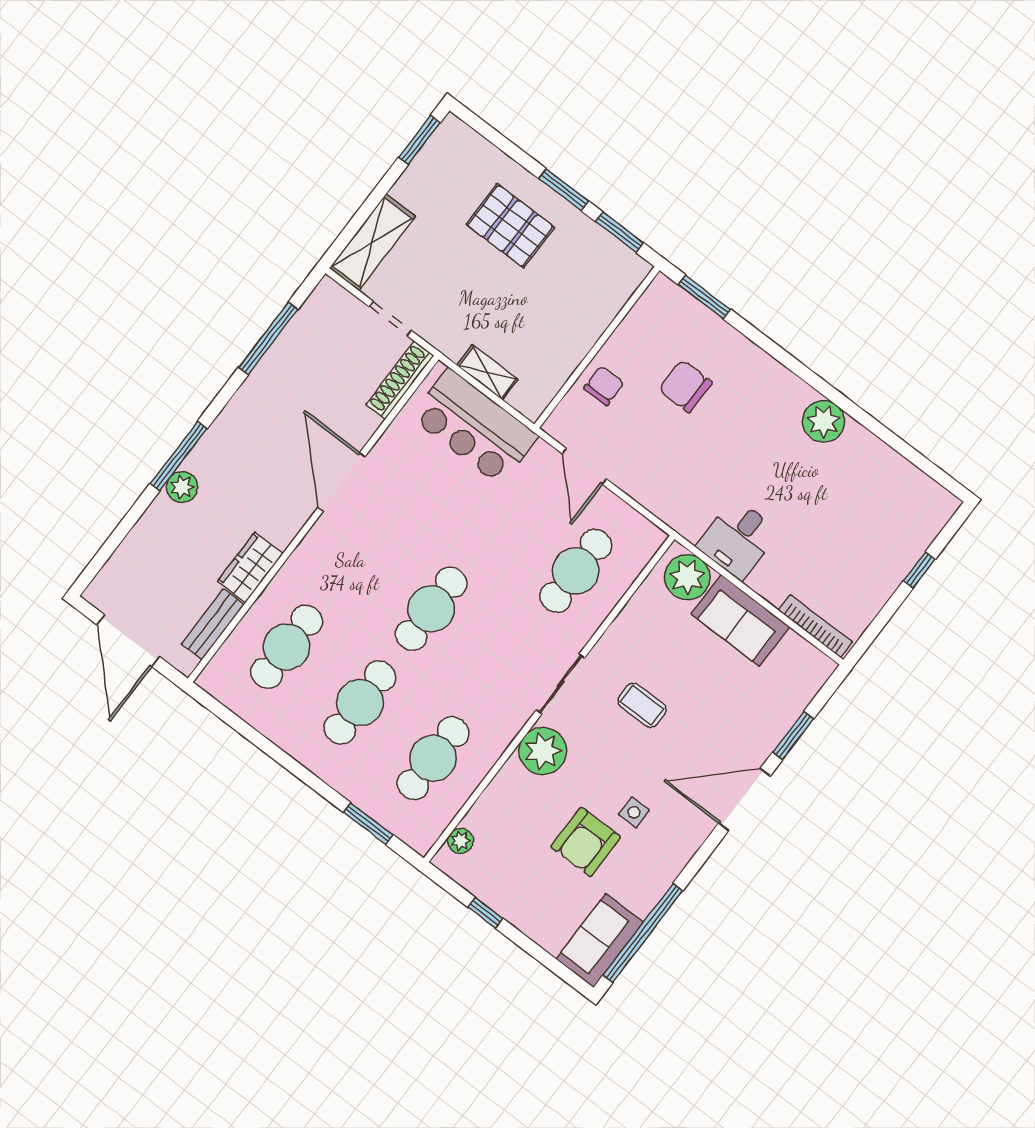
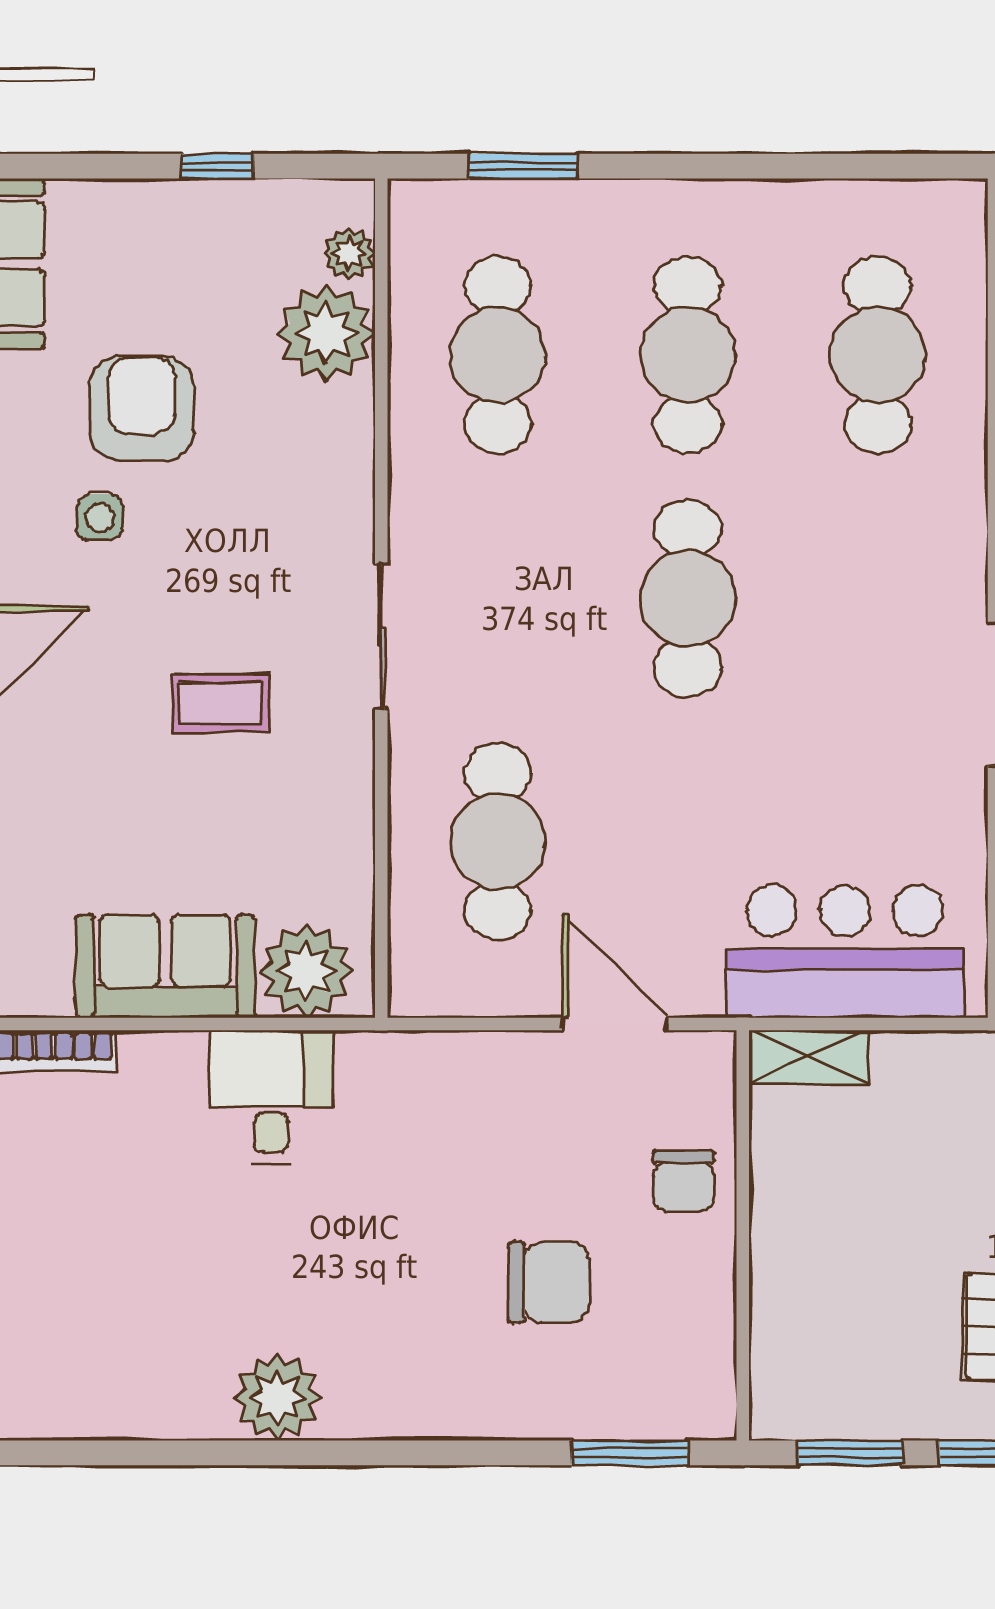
shelving: (487, 372) -> (809, 1057), moved
plant: (543, 751) -> (326, 333), moved

